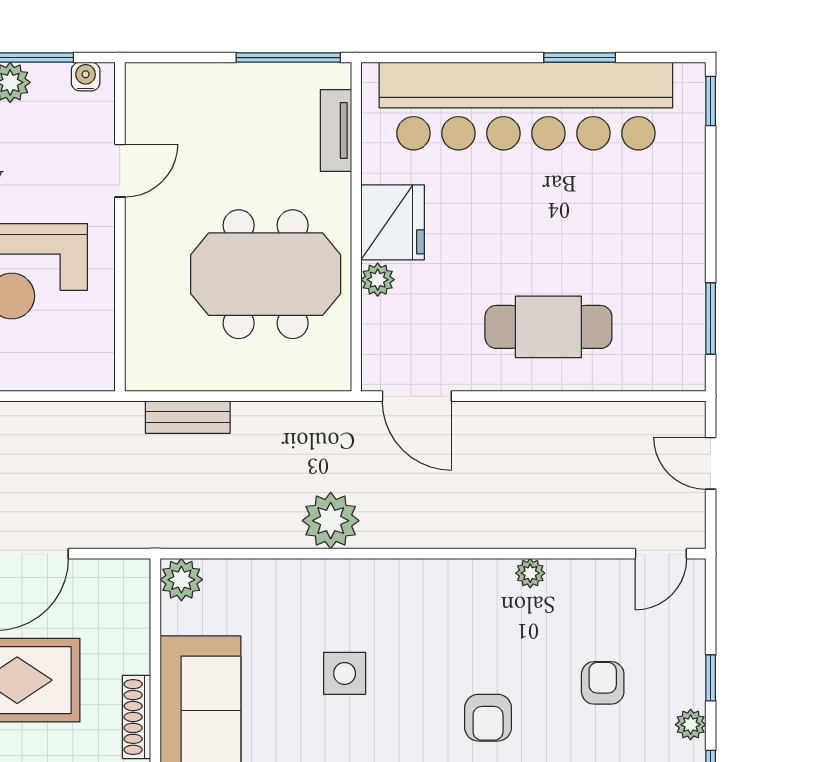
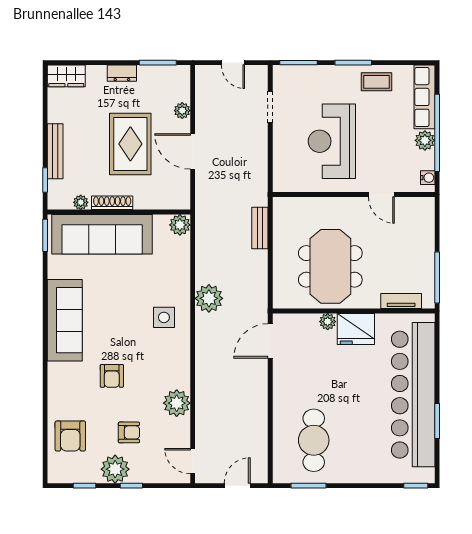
cafe table: (548, 327) -> (314, 440), moved
plant: (530, 573) -> (177, 403), width x1.88, depth x1.88
side table: (345, 673) -> (164, 317), moved
armchair: (488, 718) -> (112, 376), turned -90
plant: (691, 725) -> (115, 469), width x1.88, depth x1.88

